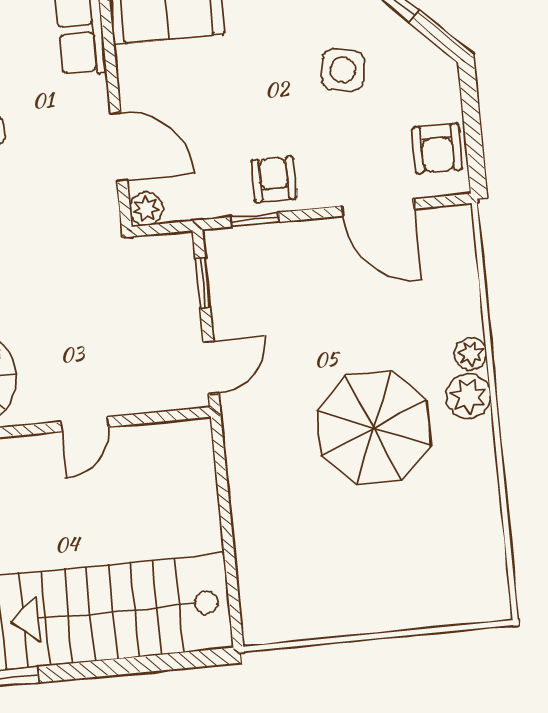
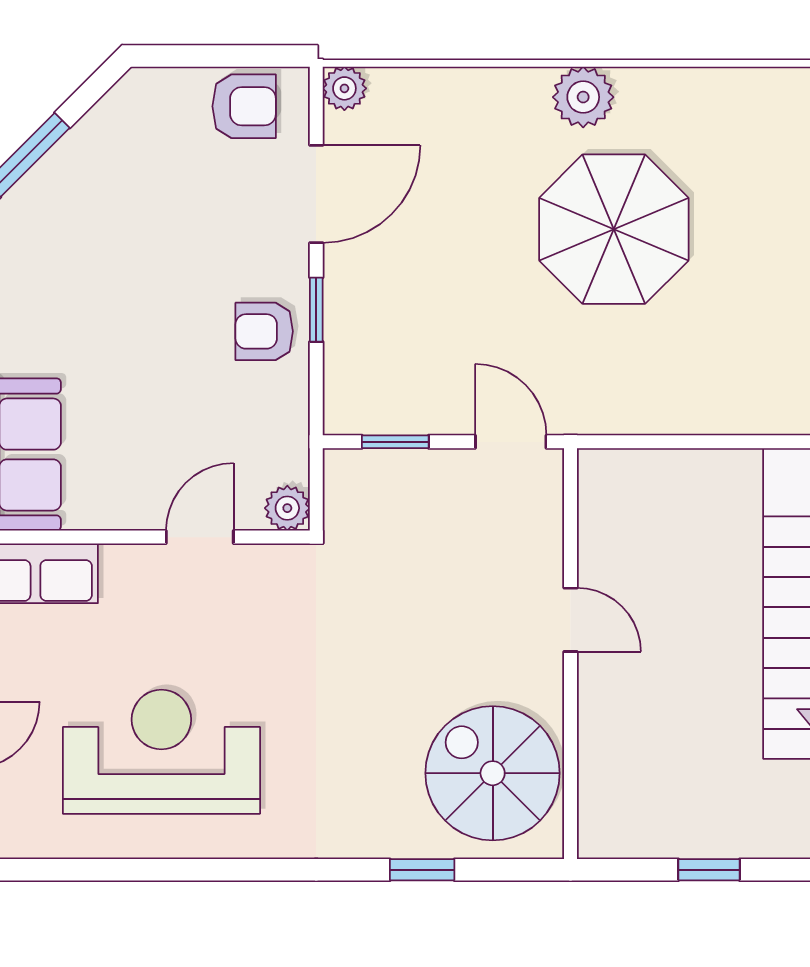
side table: (343, 70) -> (125, 224), removed
door: (119, 147) -> (200, 537), width x0.73
window: (255, 220) -> (316, 310), moved
plant: (471, 354) -> (344, 88), moved

